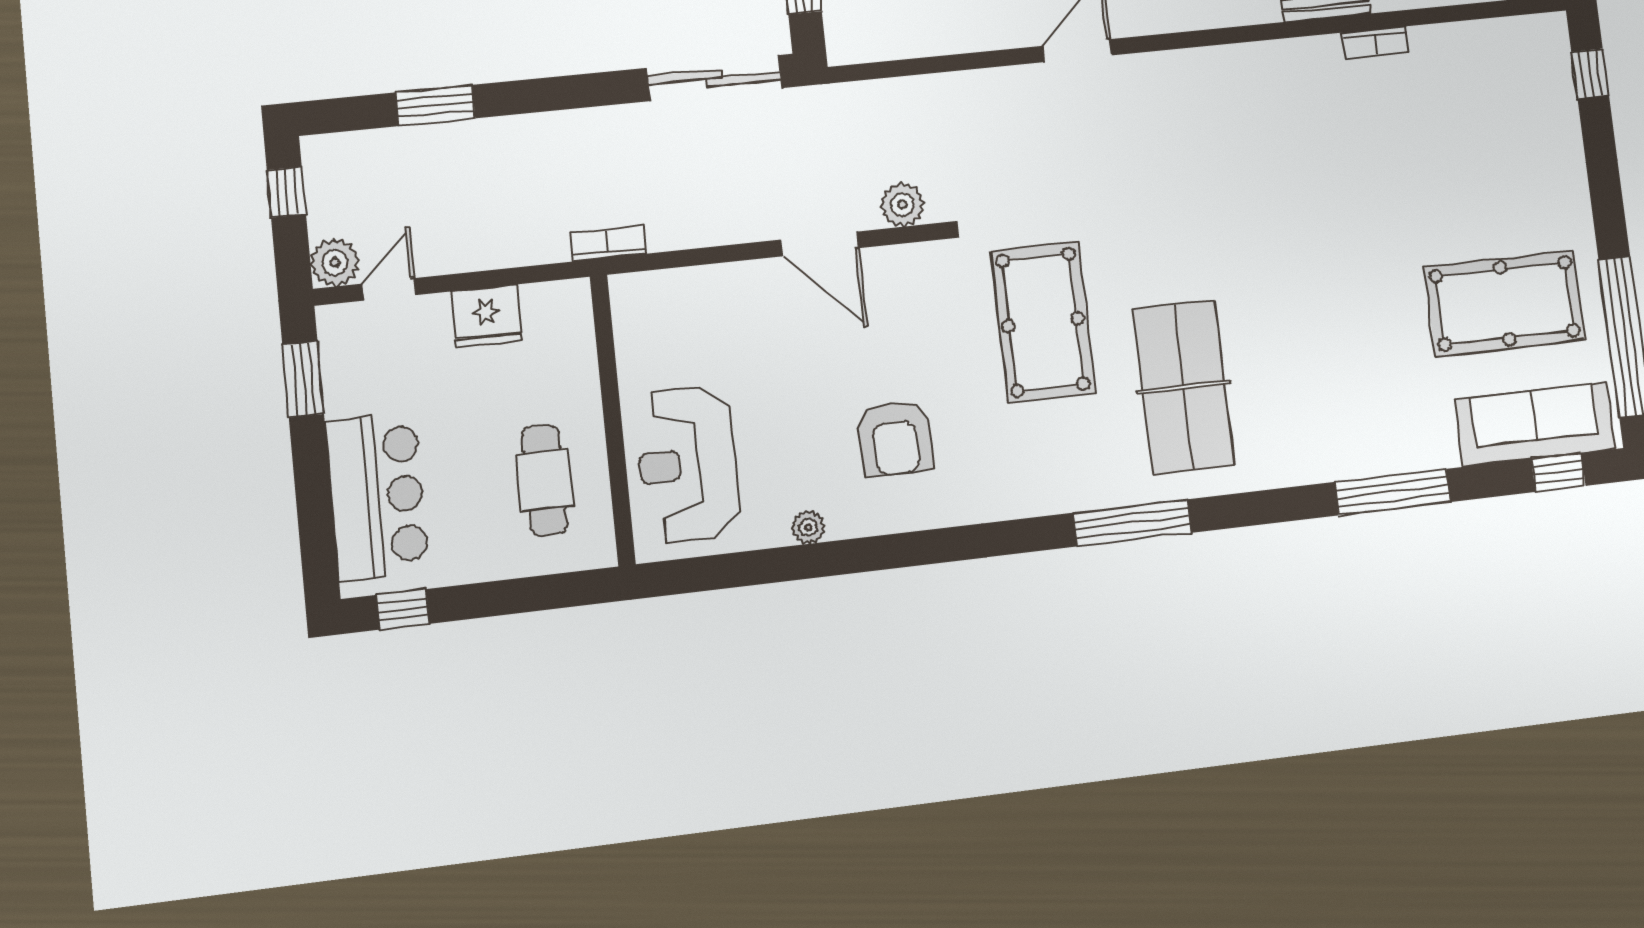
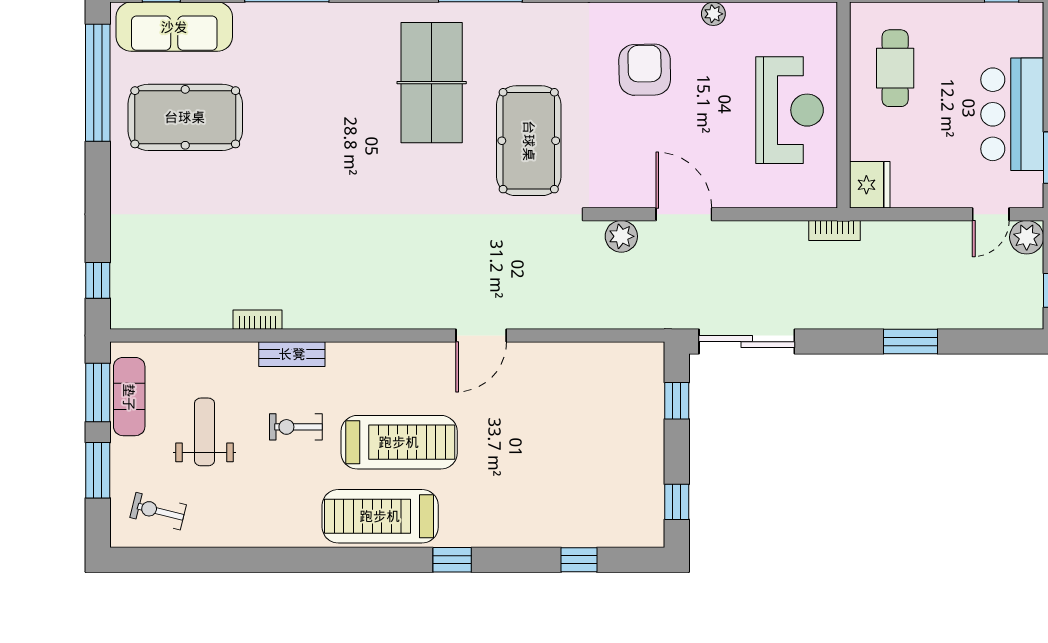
window: (435, 105) -> (910, 342), moved
fridge: (486, 316) -> (870, 185), moved, turned 90
reception desk: (687, 464) -> (790, 110), moved
bar counter: (377, 497) -> (1012, 114), moved

